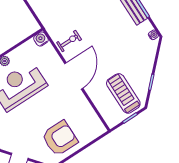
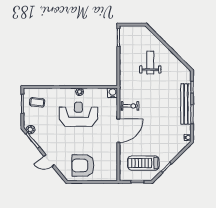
treadmill: (123, 93) -> (143, 163), turned -90
armchair: (60, 138) -> (83, 165), turned 180

